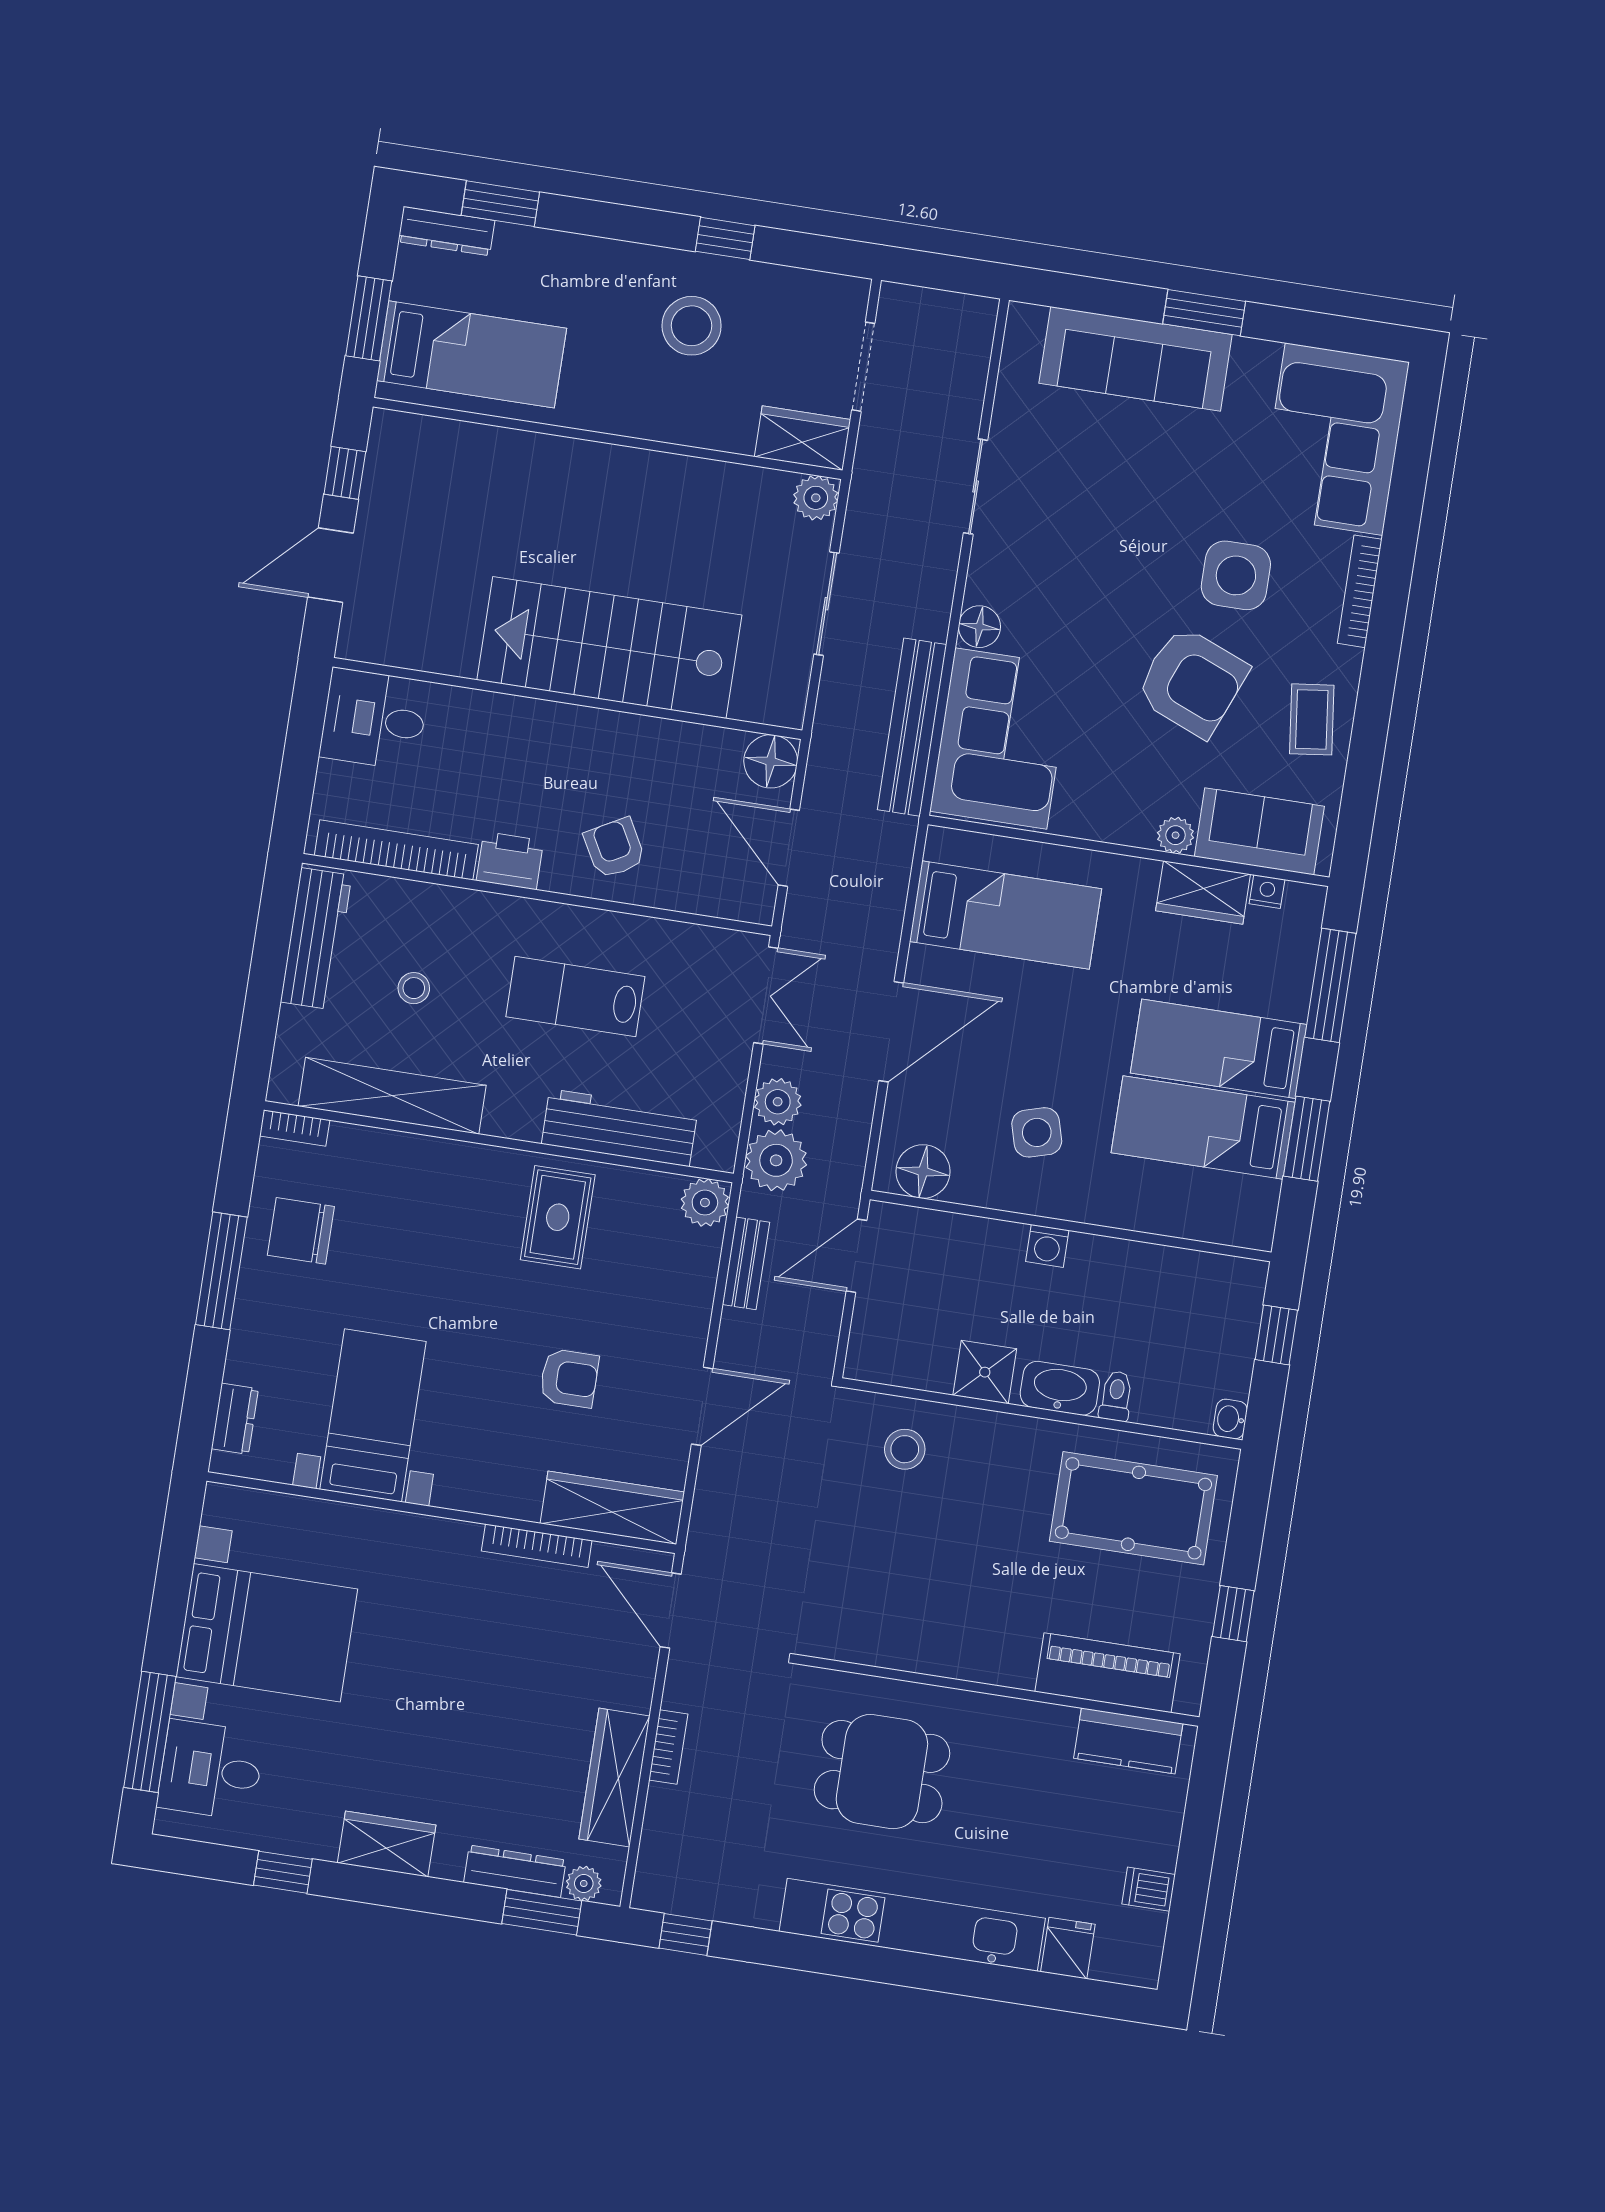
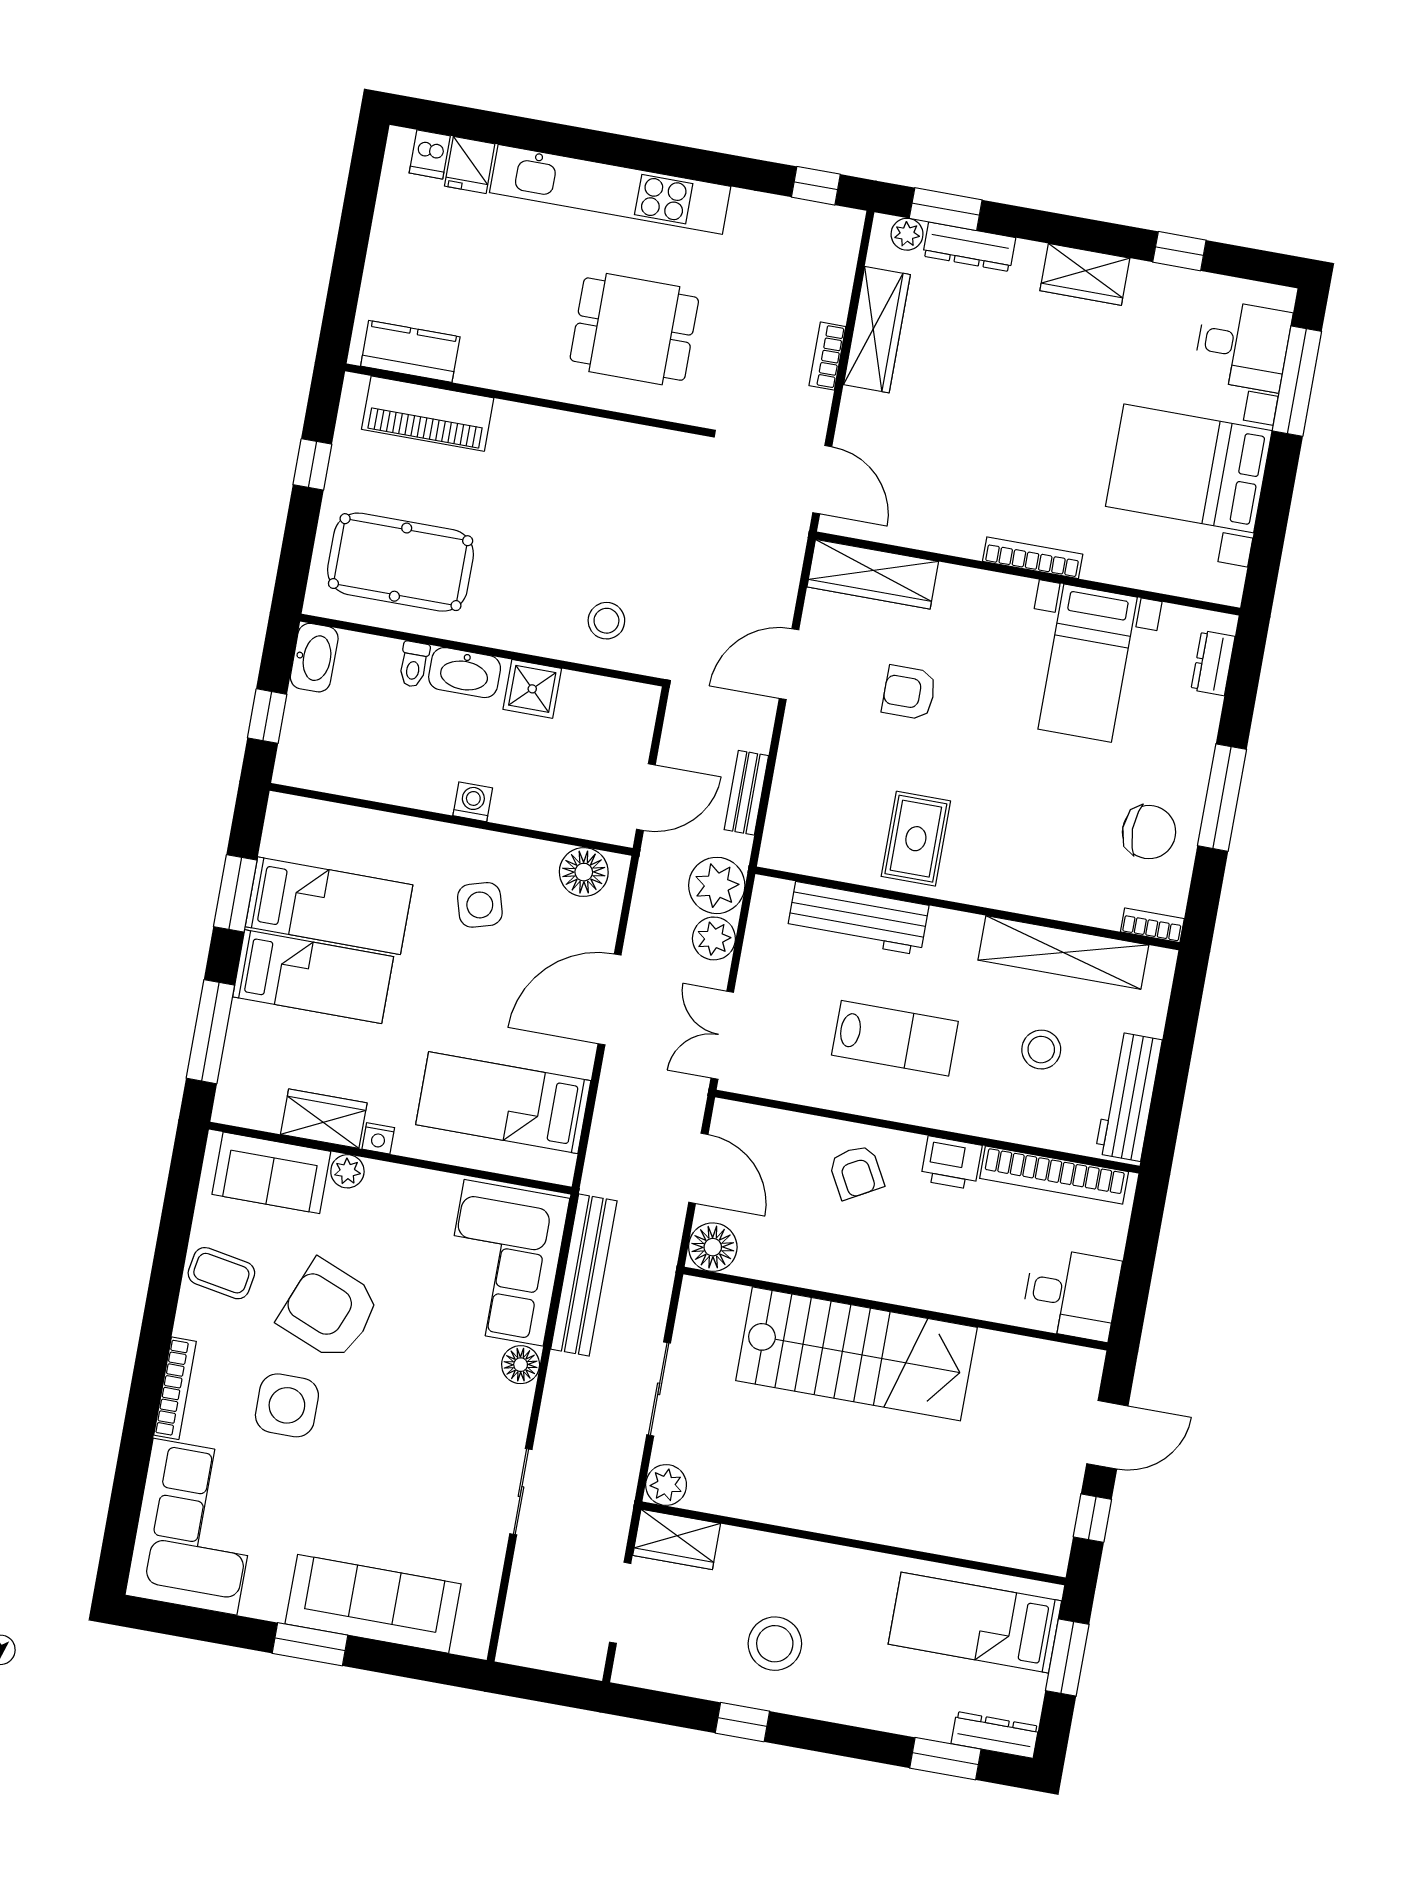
coffee table: (1312, 719) -> (221, 1273), turned -73
nightstand: (1267, 892) -> (378, 1138), moved
stool: (414, 988) -> (1041, 1050), width x1.37, depth x1.37
plant: (705, 1203) -> (782, 849), removed
washbasin: (1230, 1419) -> (314, 658), width x1.91, depth x1.45
bookcase: (537, 1546) -> (1033, 558), moved
dishwasher: (1149, 1889) -> (430, 154), moved, turned 90

